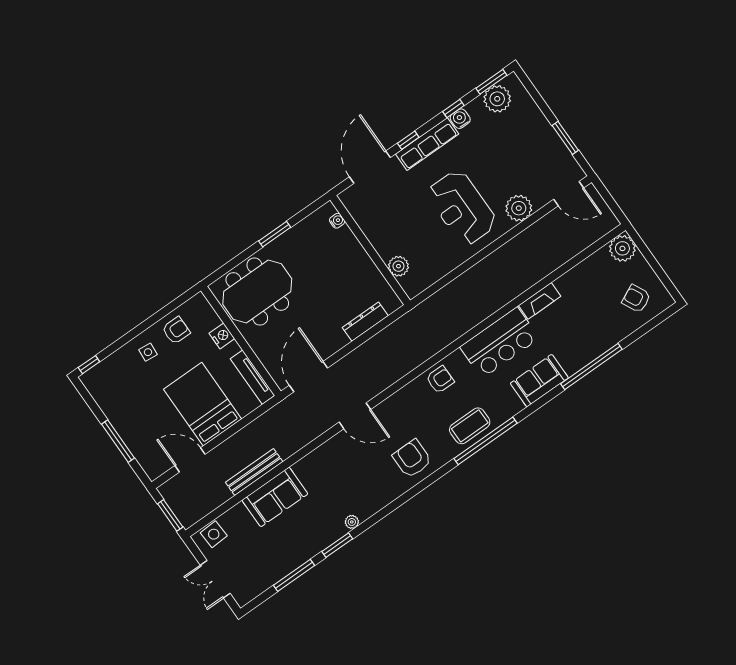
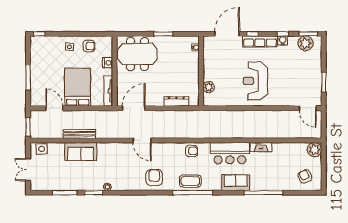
plant: (519, 208) -> (281, 99), removed

